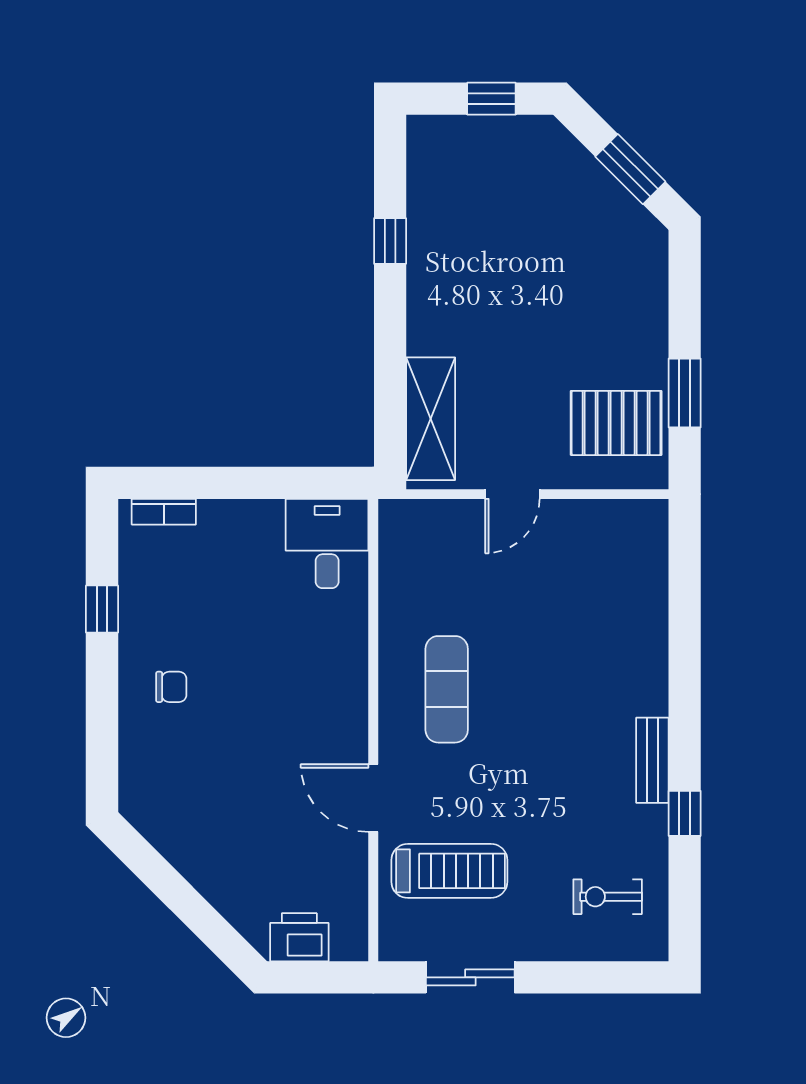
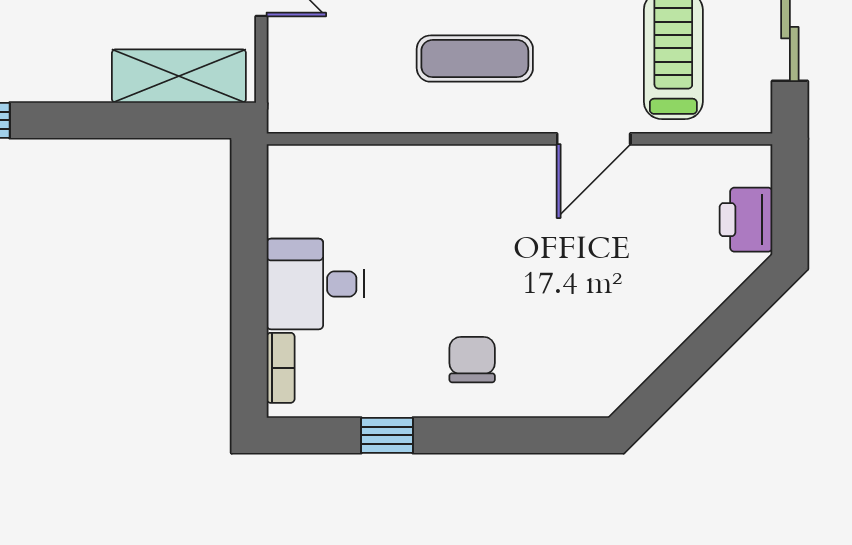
desk: (327, 544) -> (315, 284), moved
chair: (171, 687) -> (472, 360), width x1.37, depth x1.37

